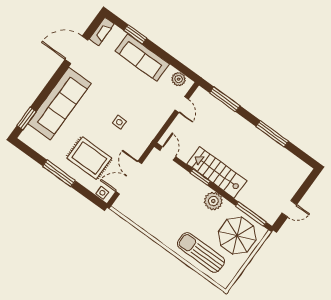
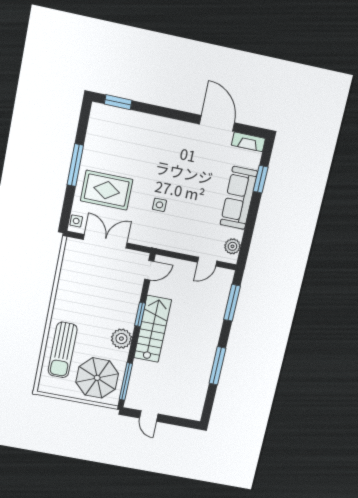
sofa: (59, 103) -> (151, 131), removed
rug: (89, 158) -> (107, 190), turned 90
sun lounger: (201, 252) -> (63, 350), turned 180

